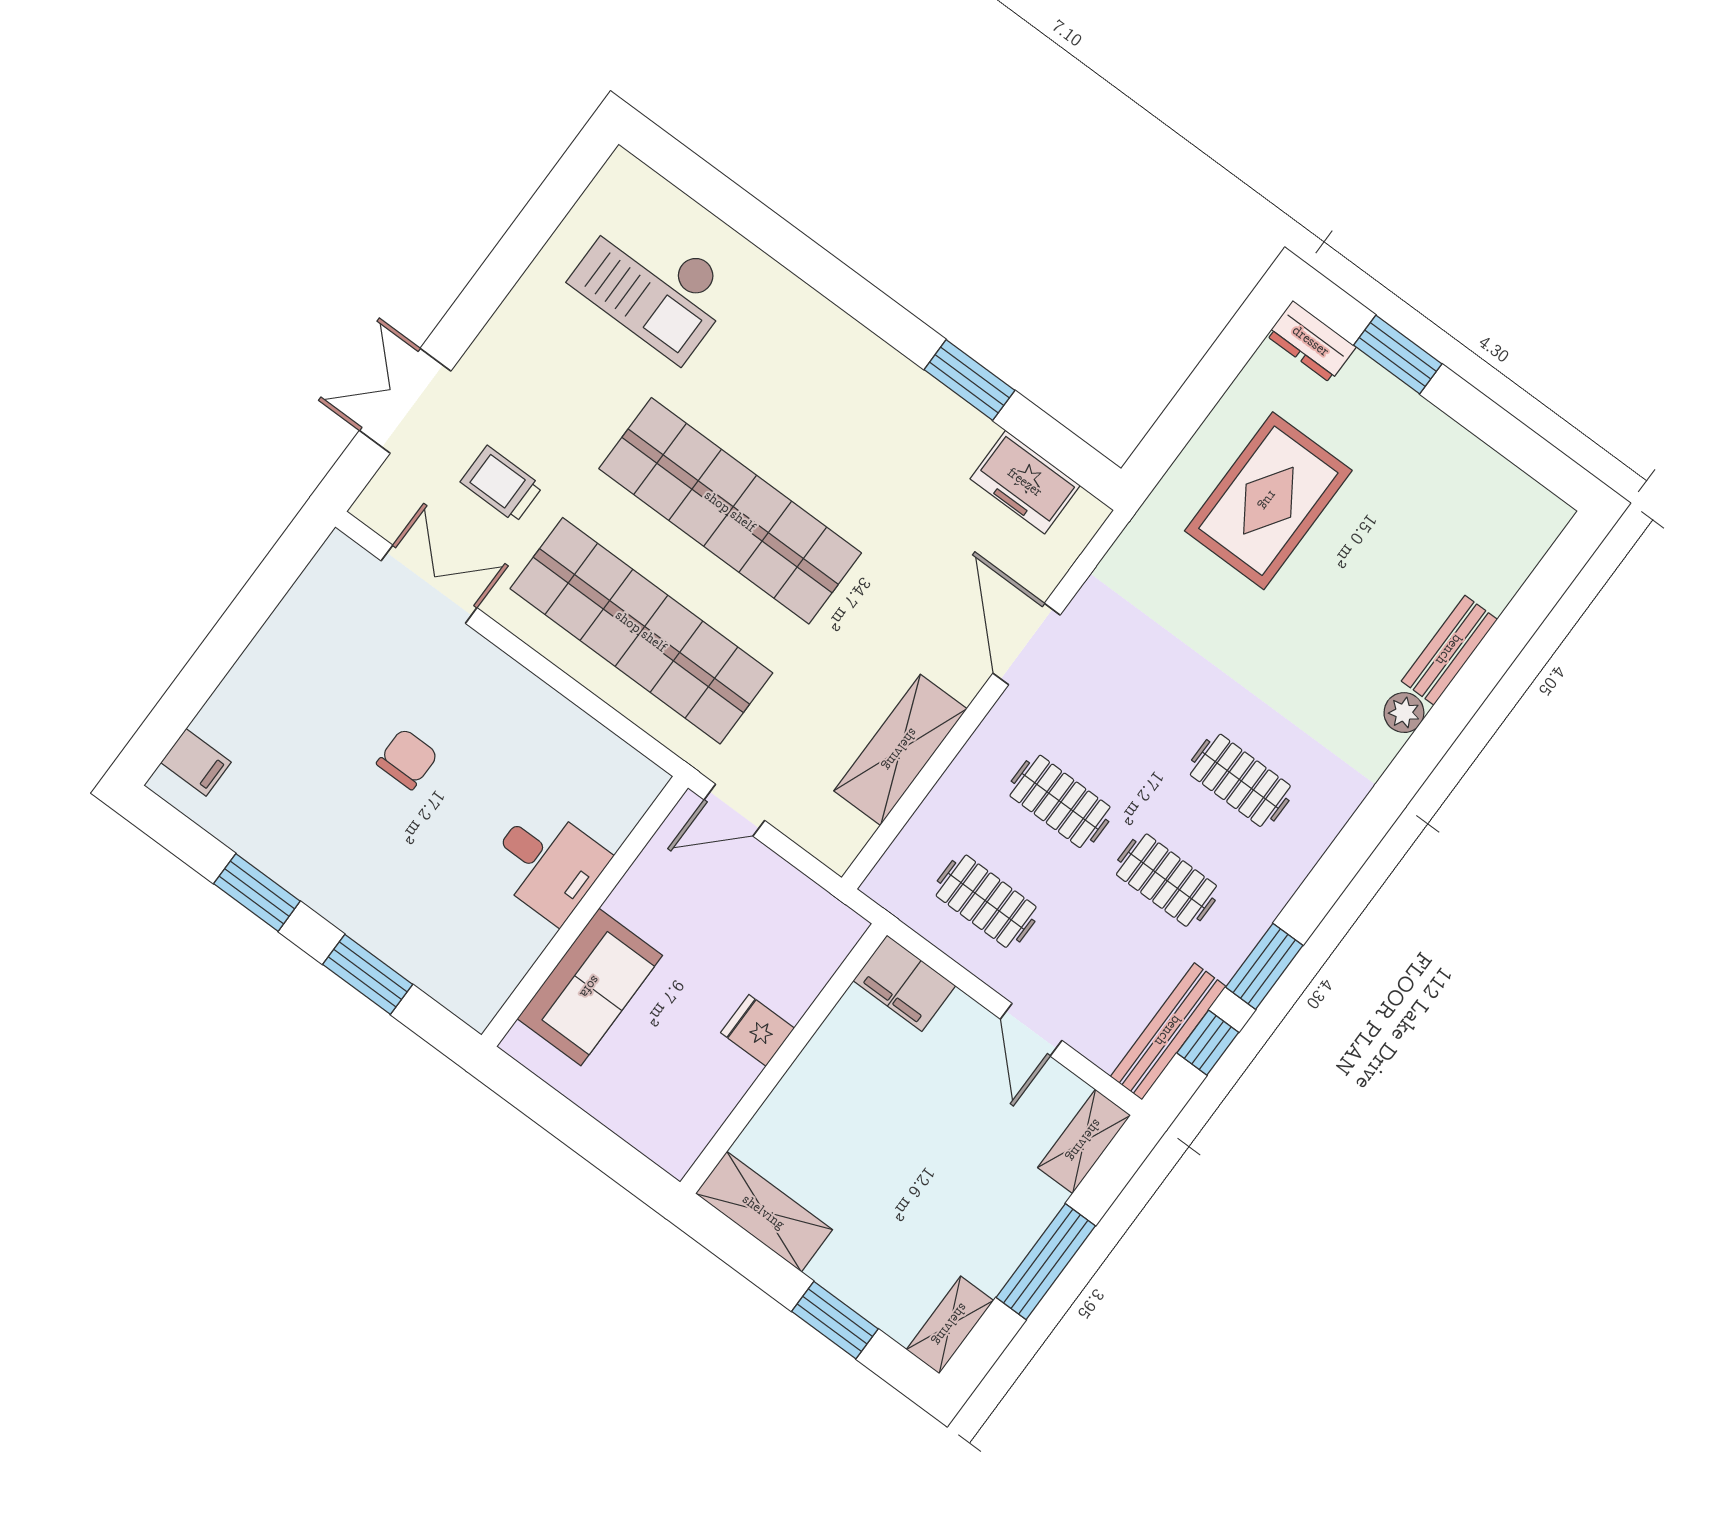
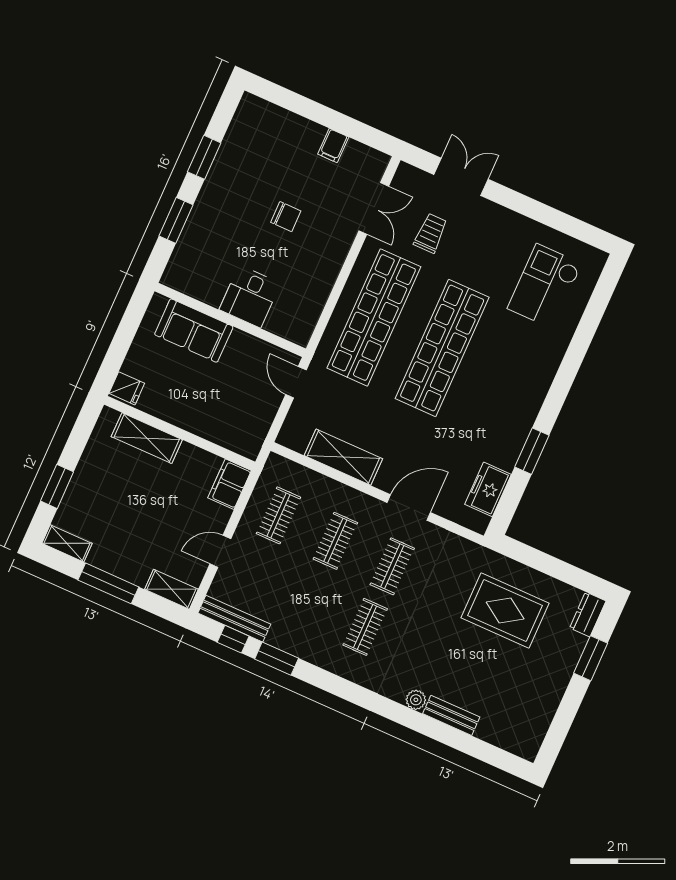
filing cabinet: (196, 762) -> (333, 146), moved
clothes rail: (1166, 880) -> (392, 566), moved
fridge: (757, 1030) -> (127, 388), moved, turned 90
shelving: (764, 1212) -> (147, 438), moved, turned 90

